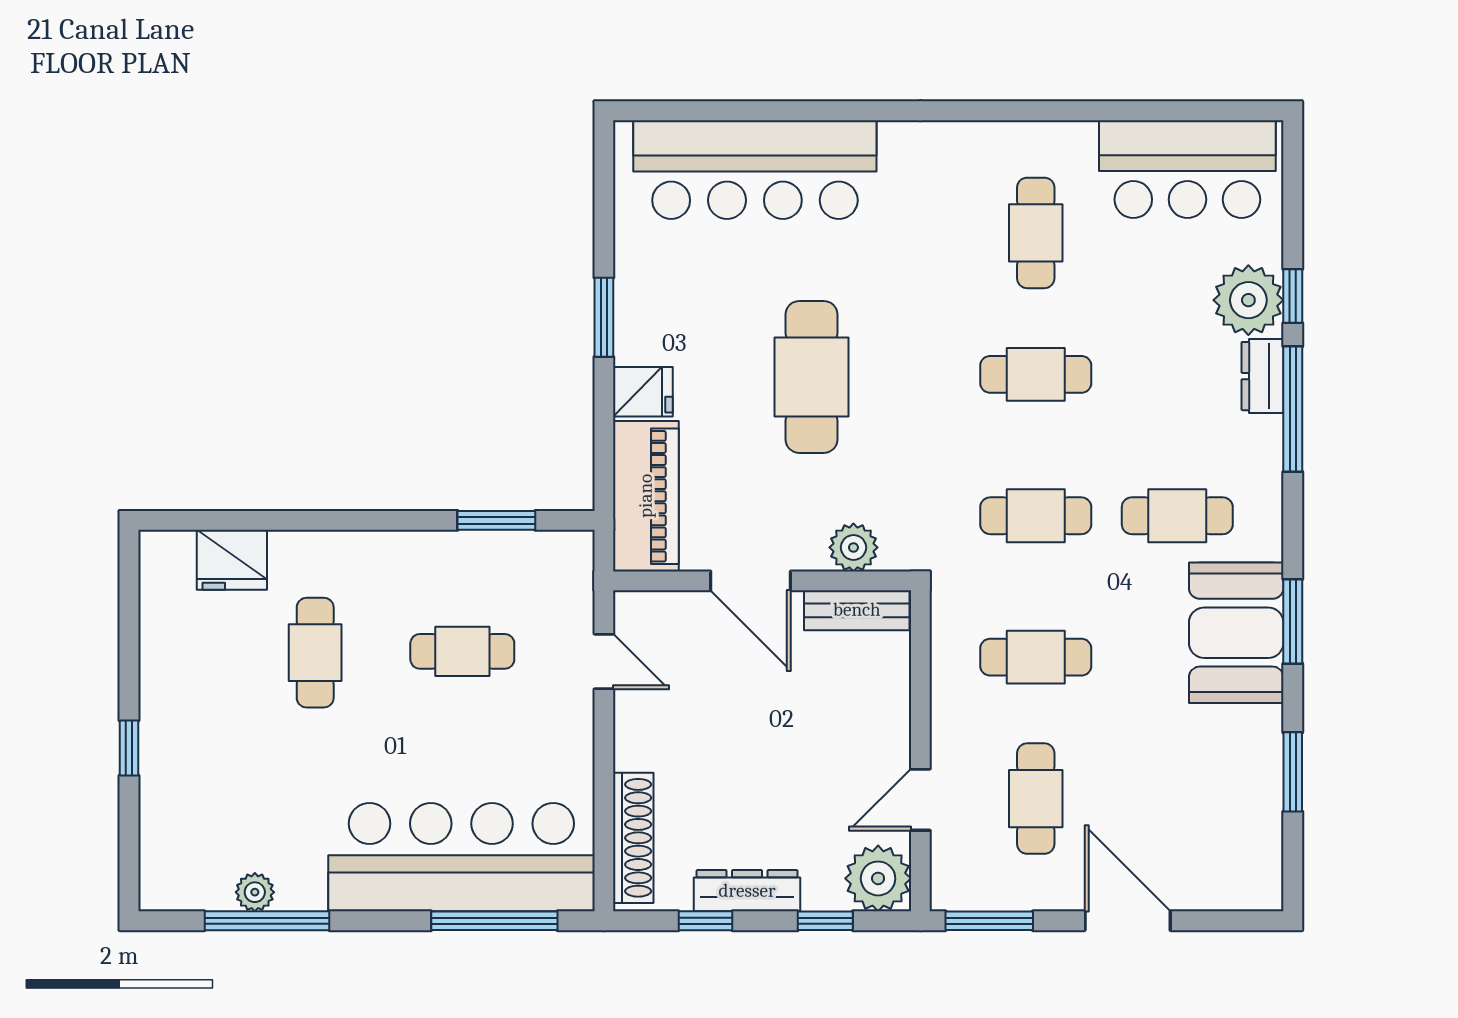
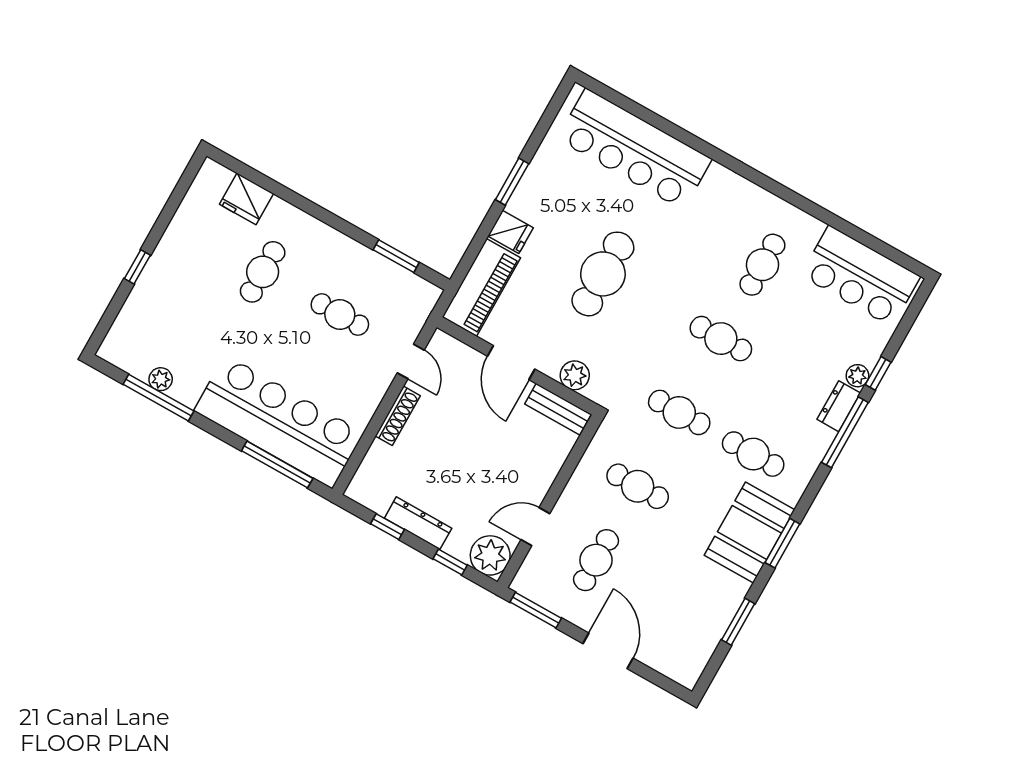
plant: (1248, 300) -> (857, 376), width x0.53, depth x0.53
shoe rack: (633, 838) -> (398, 416), moved, width x0.74, depth x0.81

